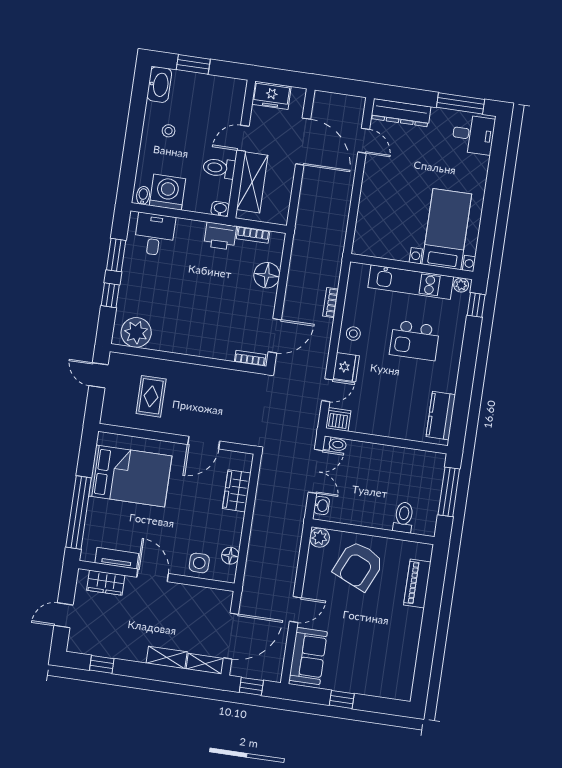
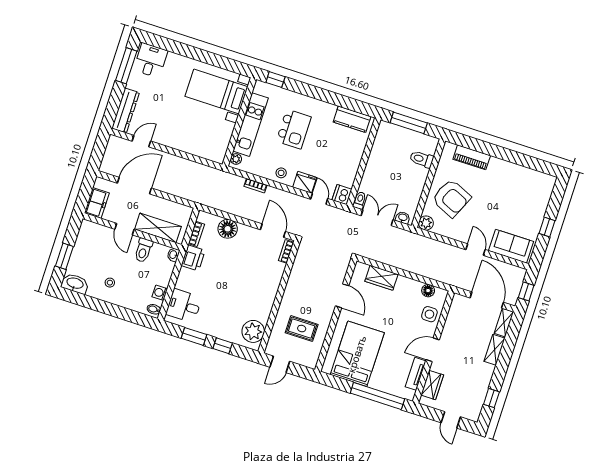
washing machine: (167, 192) -> (160, 293), width x0.53, depth x0.53
plant: (461, 285) -> (236, 159), moved

